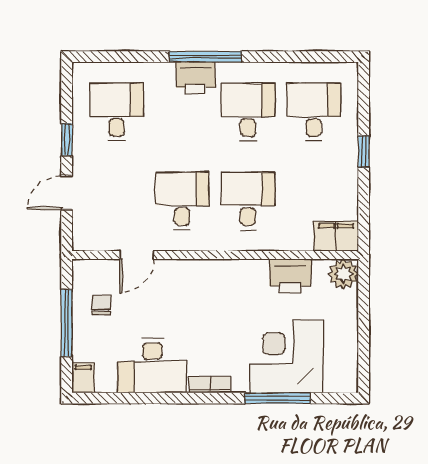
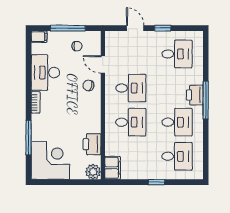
chair: (177, 283) -> (88, 85), added
corner desk: (286, 356) -> (50, 160), moved

